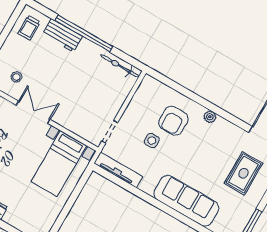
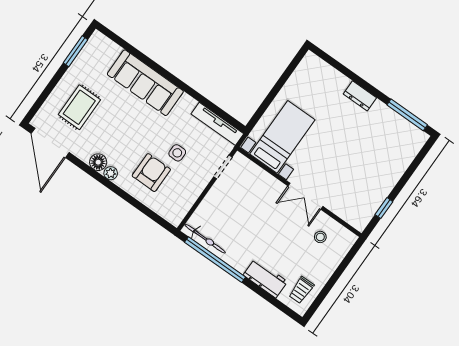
trolley: (29, 28) -> (301, 290), turned 180
window: (84, 33) -> (215, 260), moved
floor lamp: (222, 126) -> (98, 162), added

